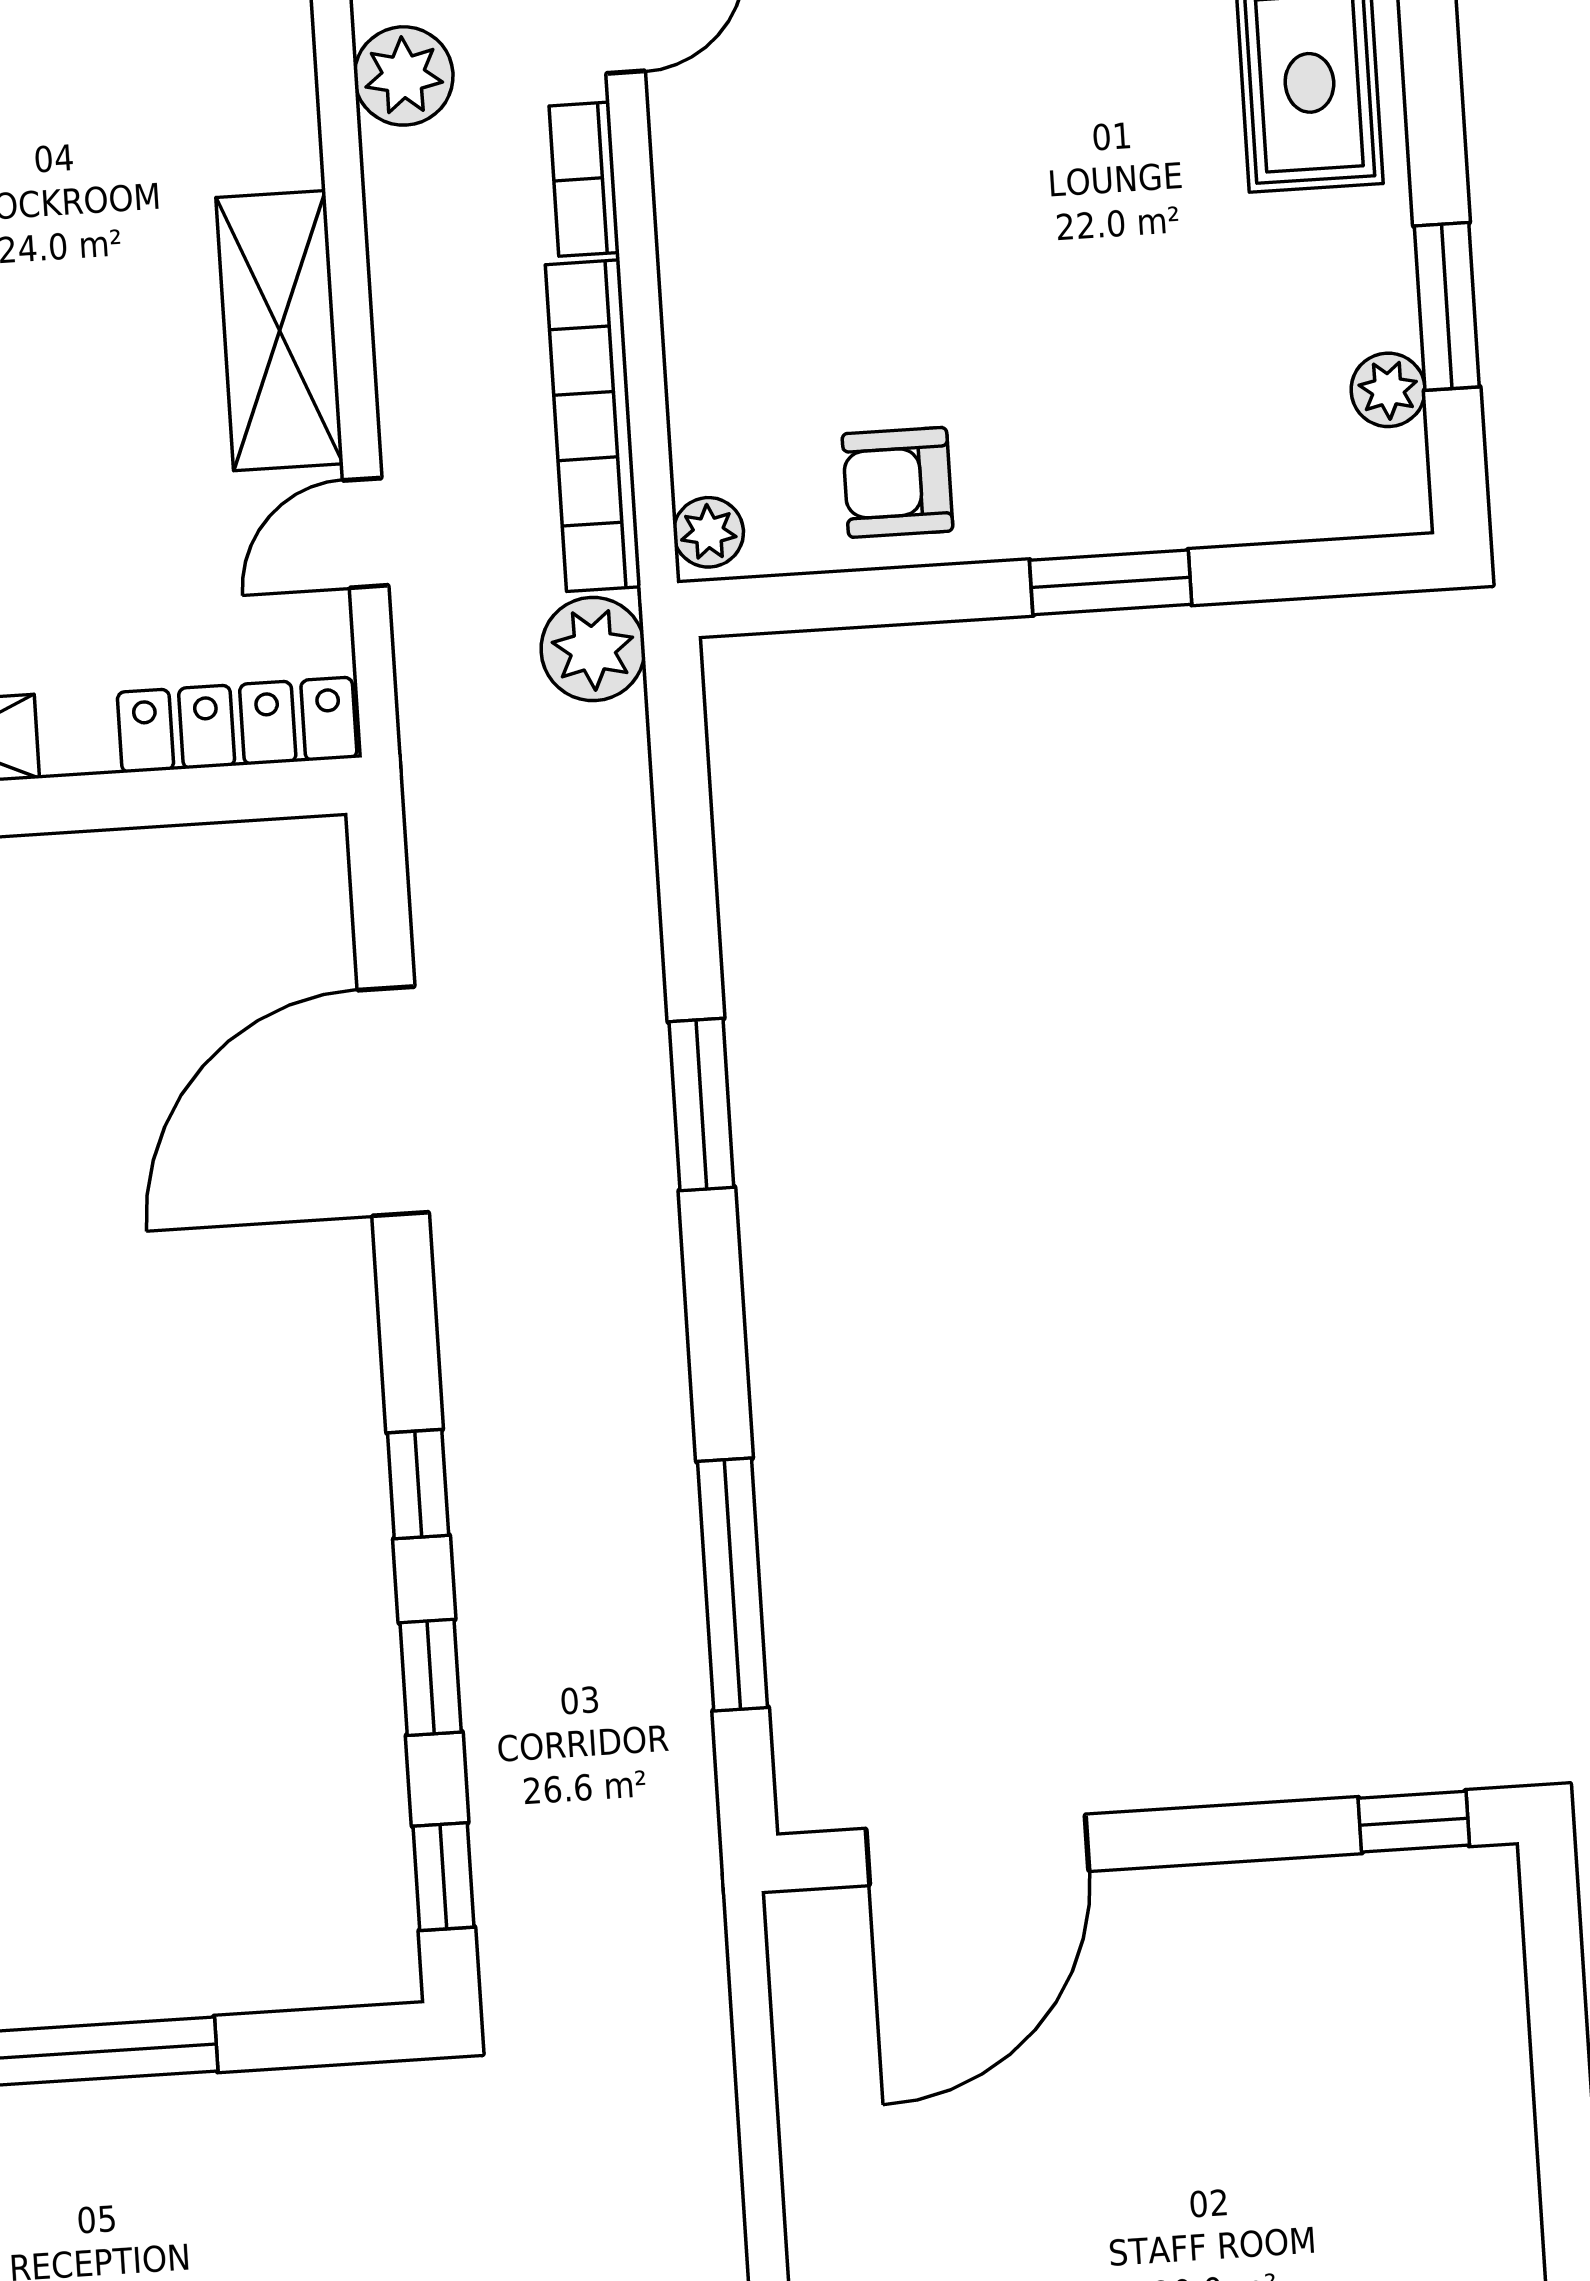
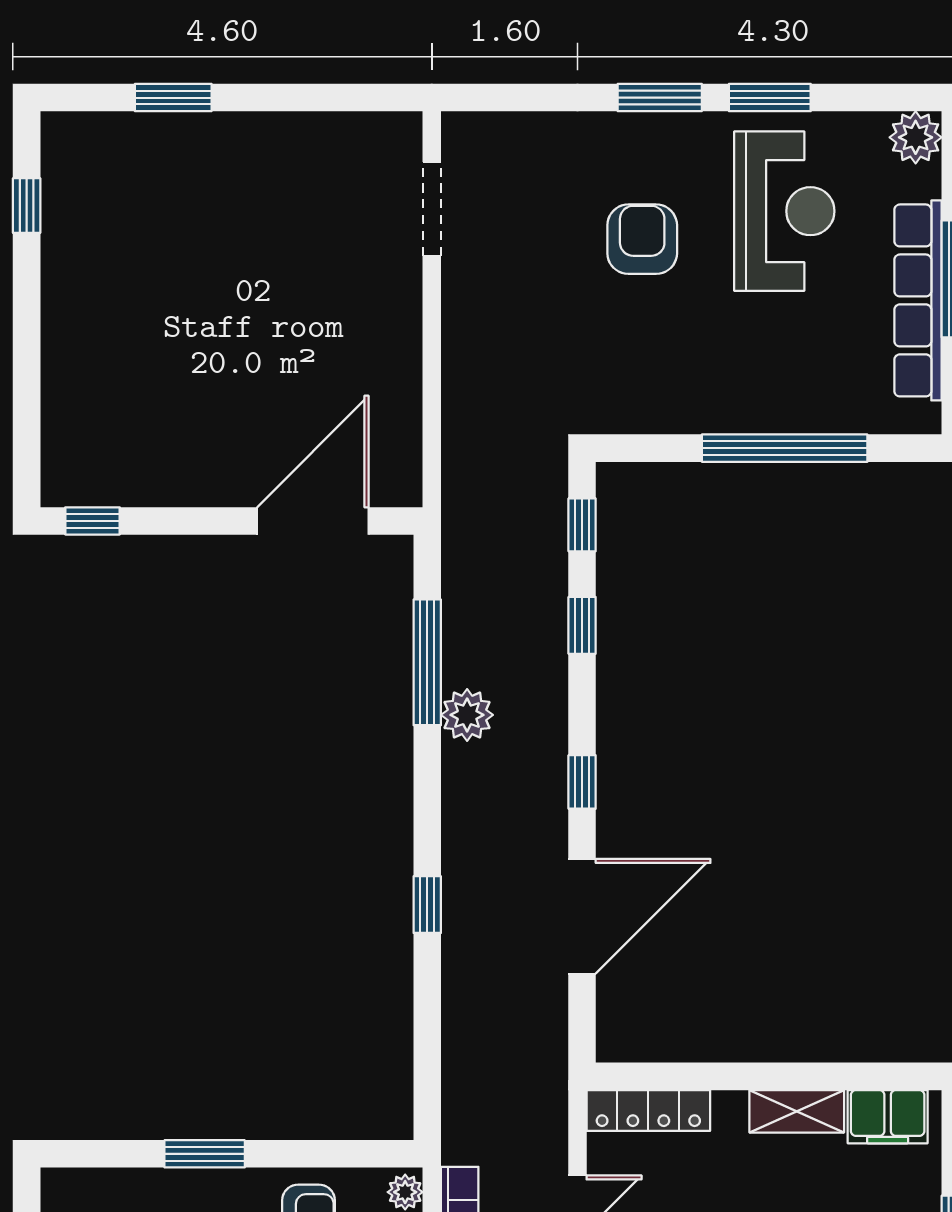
plant: (593, 649) -> (467, 715), moved
window: (701, 1104) -> (427, 905), width x0.67
window: (418, 1484) -> (582, 782), moved

